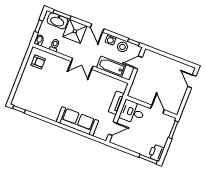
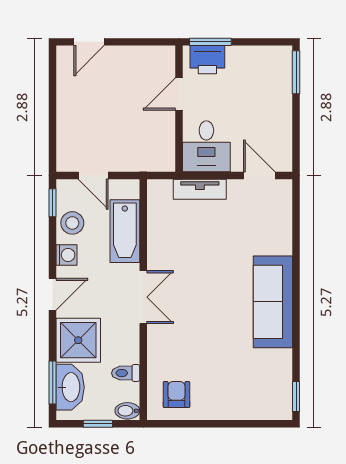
sofa: (77, 121) -> (273, 302), moved
printer: (156, 153) -> (207, 60), moved

